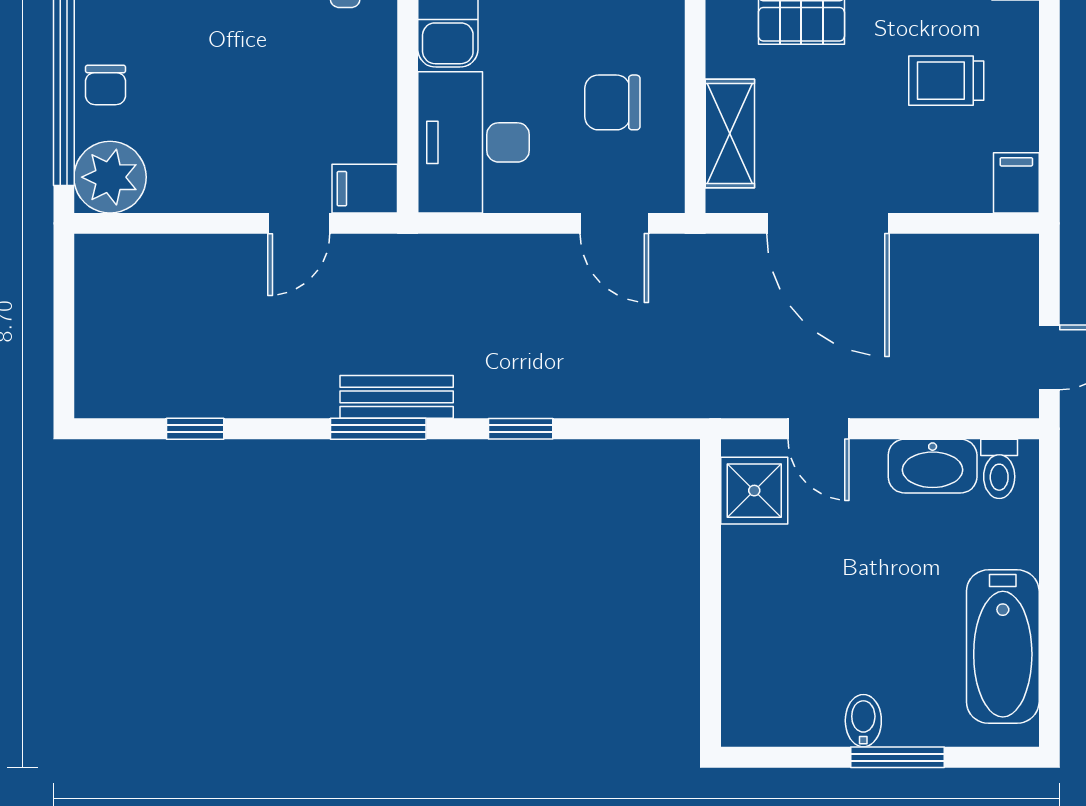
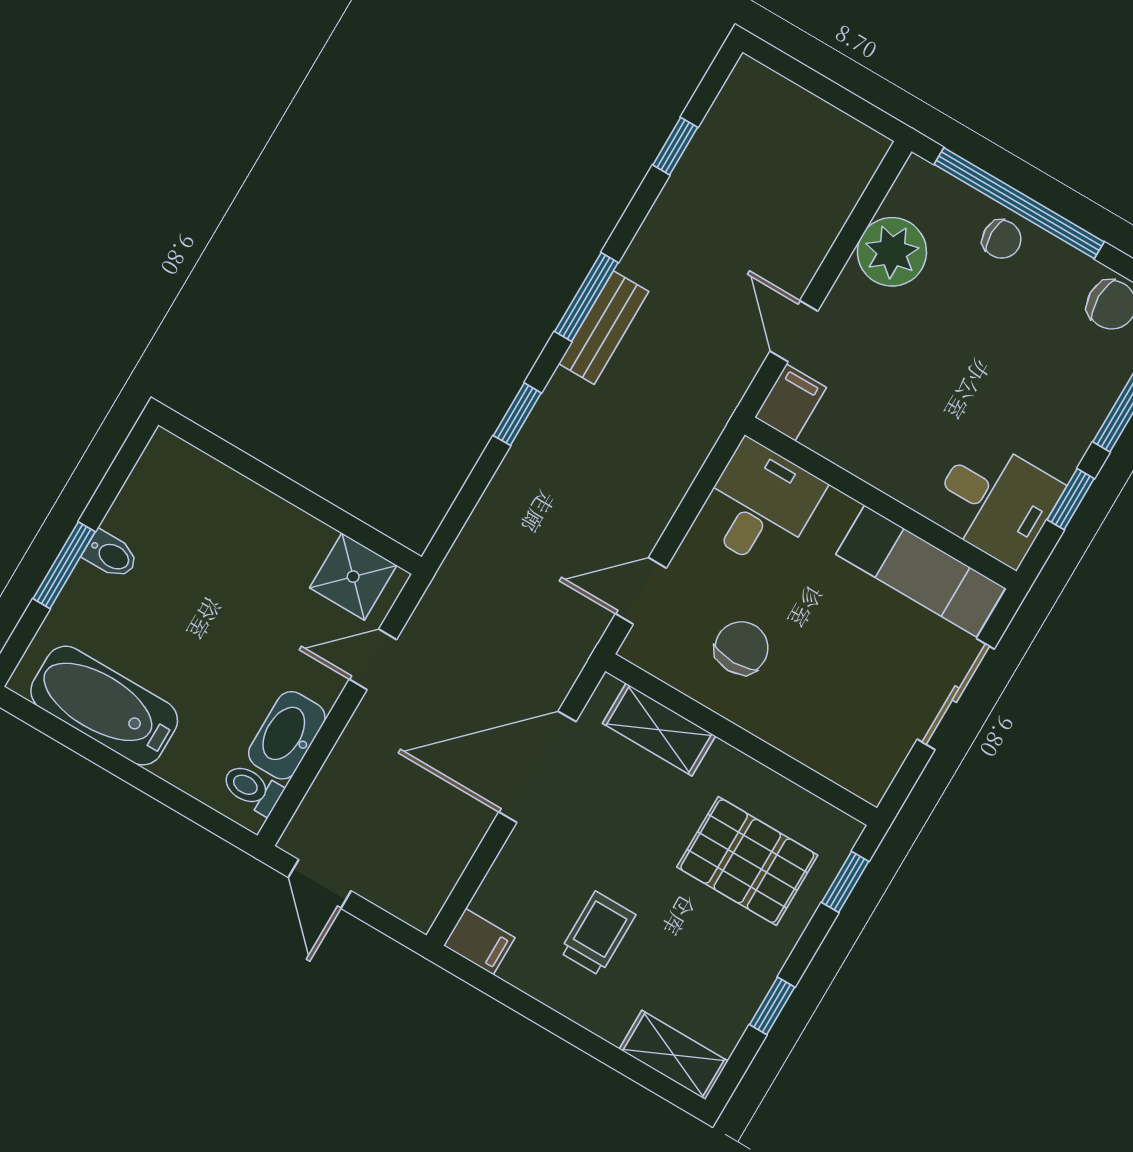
chair: (106, 85) -> (1002, 239), turned 180
desk: (474, 142) -> (760, 505), width x0.73
plant: (110, 177) -> (892, 252), moved

